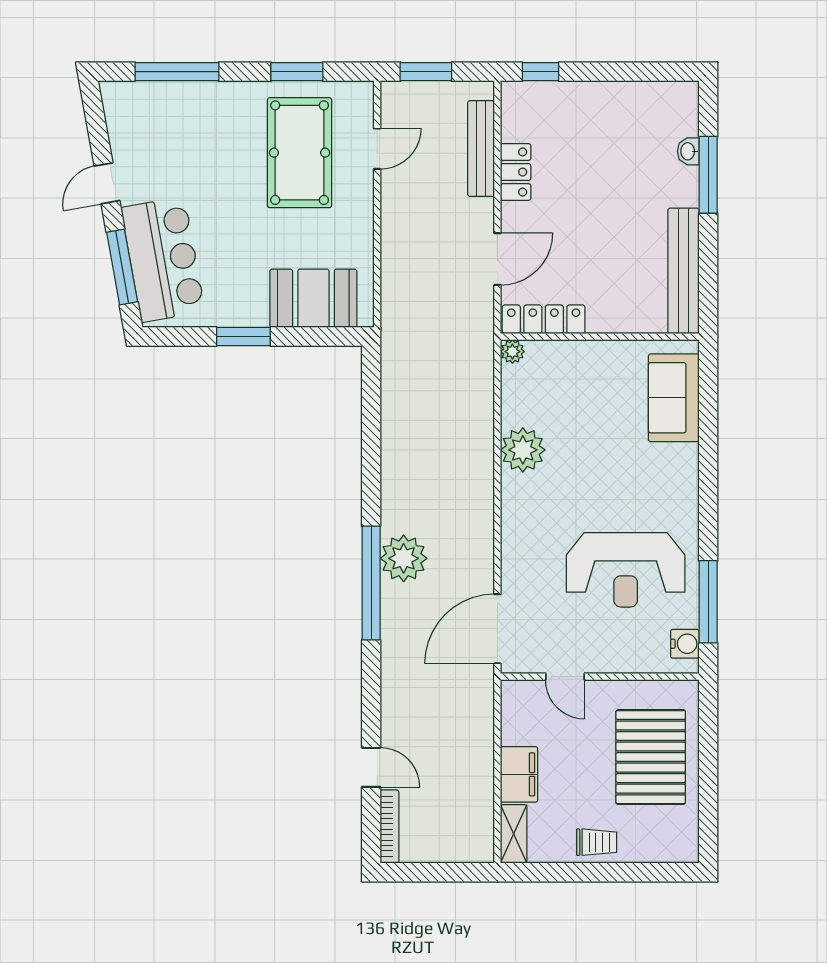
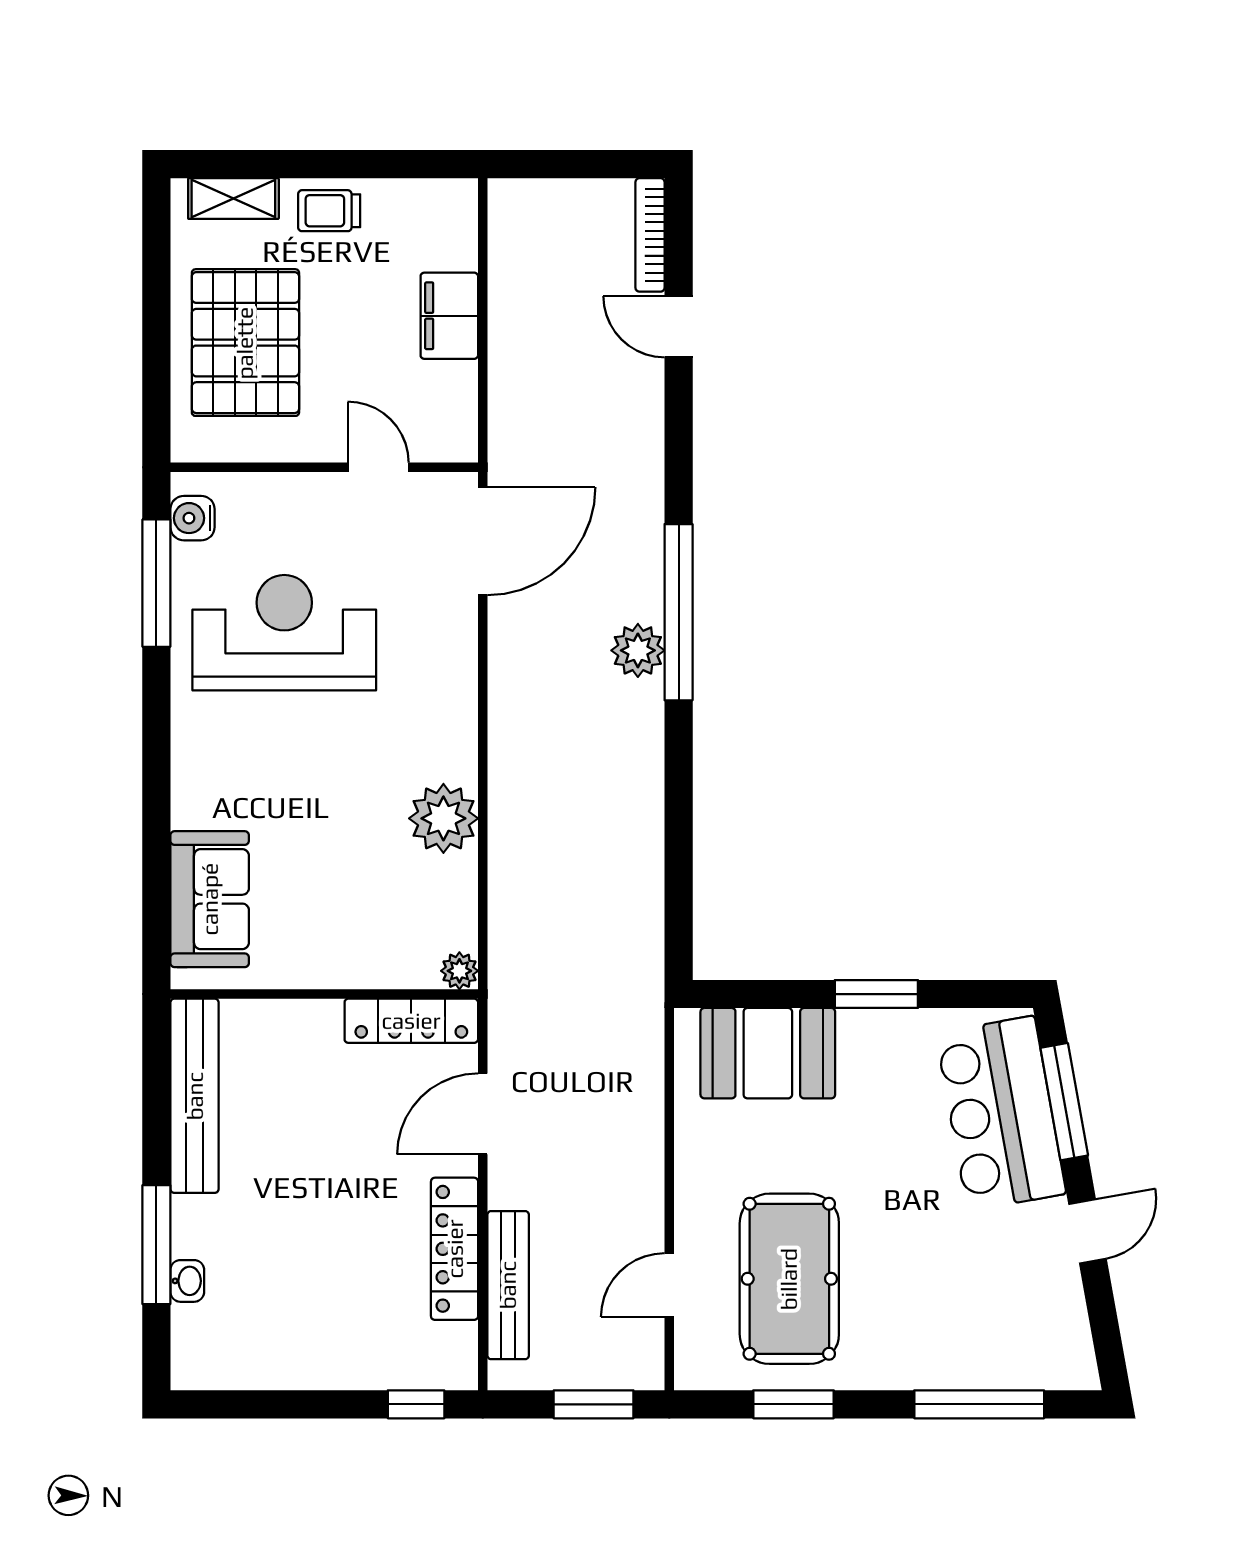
locker: (516, 172) -> (455, 1249), width x1.53
plant: (404, 558) -> (638, 650), width x0.73, depth x0.73
shelving: (514, 834) -> (233, 199), moved, turned 90

